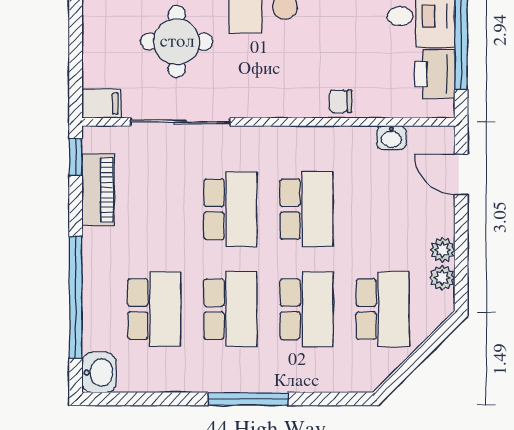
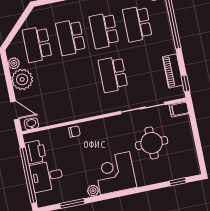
washbasin: (391, 138) -> (31, 124), moved
school desk: (307, 209) -> (80, 81), removed
plant: (442, 250) -> (22, 79), width x1.88, depth x1.88

